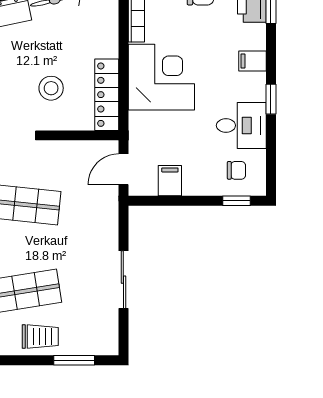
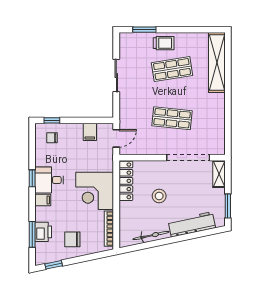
stool: (51, 88) -> (159, 196), moved
desk: (241, 125) -> (49, 180), moved
trolley: (40, 337) -> (164, 43), turned 180

